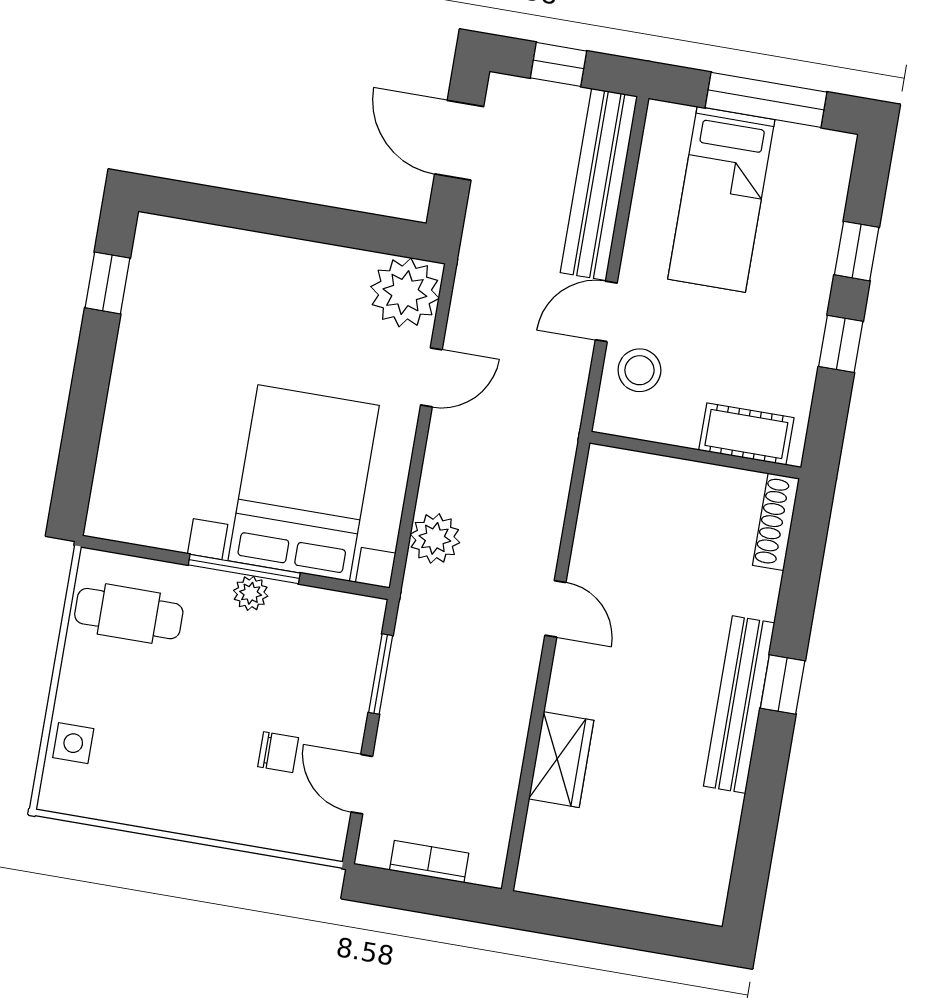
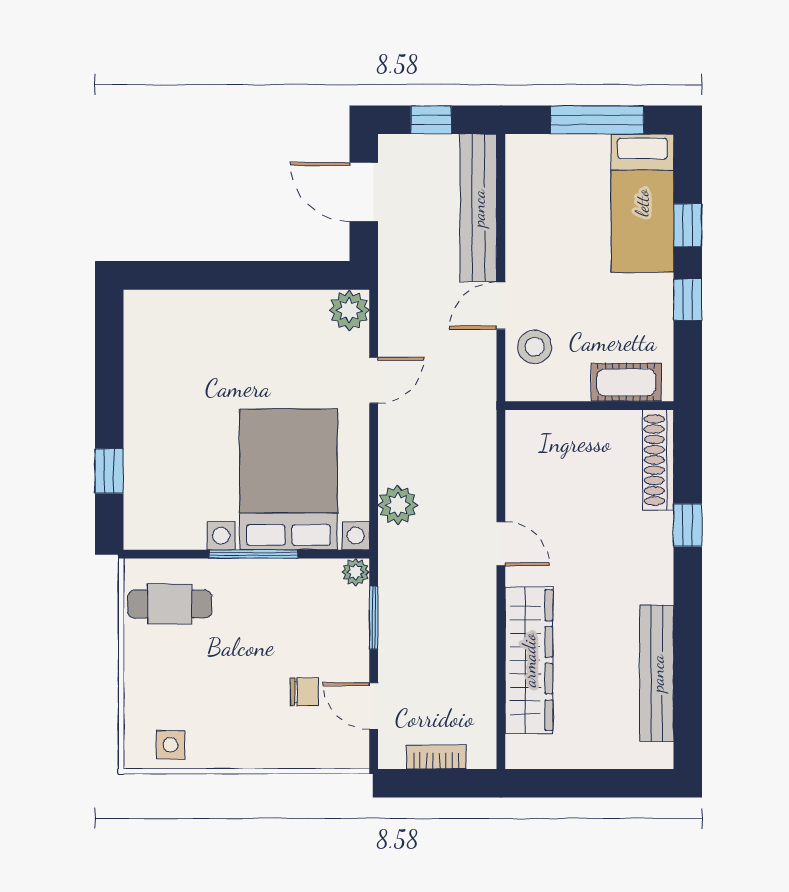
bed: (721, 199) -> (642, 203), moved
window: (107, 283) -> (109, 471), moved
plant: (405, 293) -> (349, 310), width x0.73, depth x0.73
shoe rack: (776, 522) -> (658, 460), width x1.36, depth x1.24
plant: (251, 593) -> (356, 572), moved
window: (783, 684) -> (688, 525), moved
bench: (739, 705) -> (657, 673), moved
side table: (73, 743) -> (171, 745), moved
wardrobe: (561, 760) -> (529, 660), width x2.10, depth x1.17

